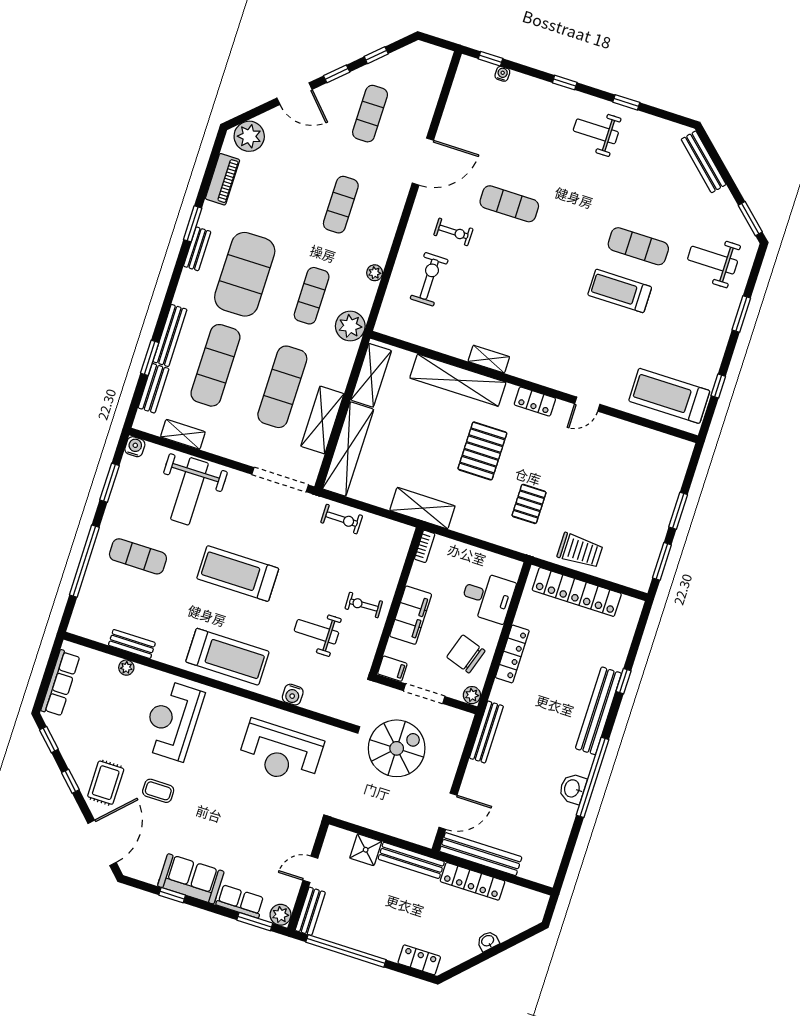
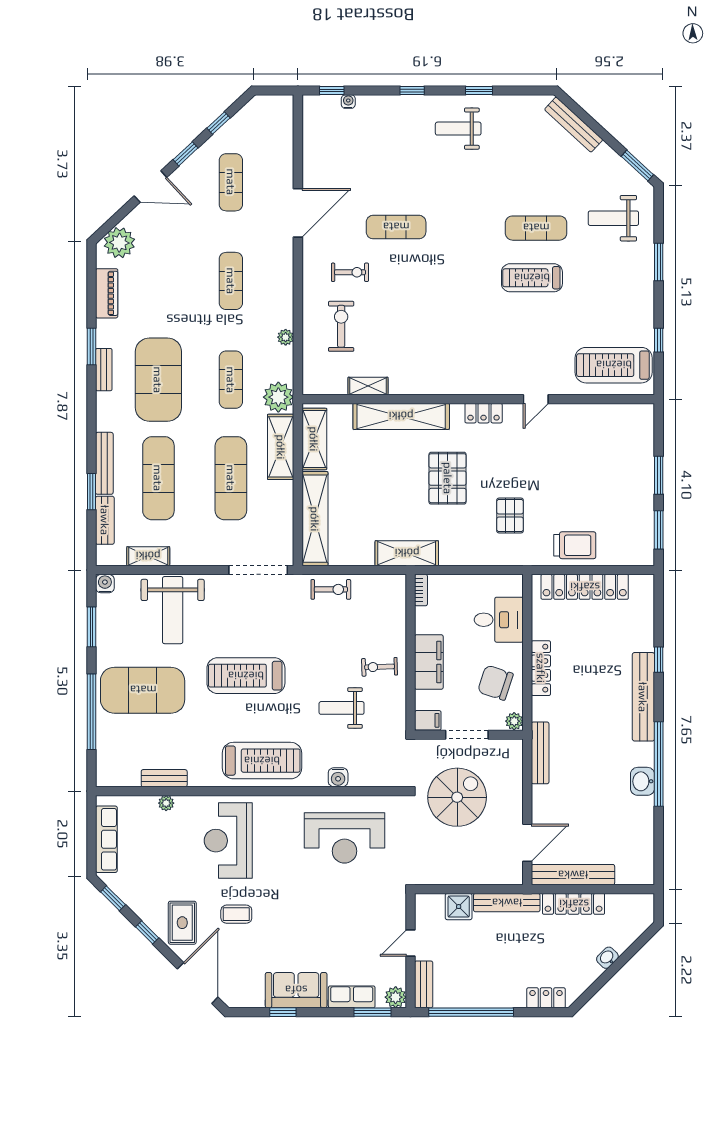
shelving: (489, 359) -> (368, 386), moved
shelving: (322, 420) -> (281, 447), moved
exercise mat: (138, 556) -> (143, 690), width x2.00, depth x1.45

